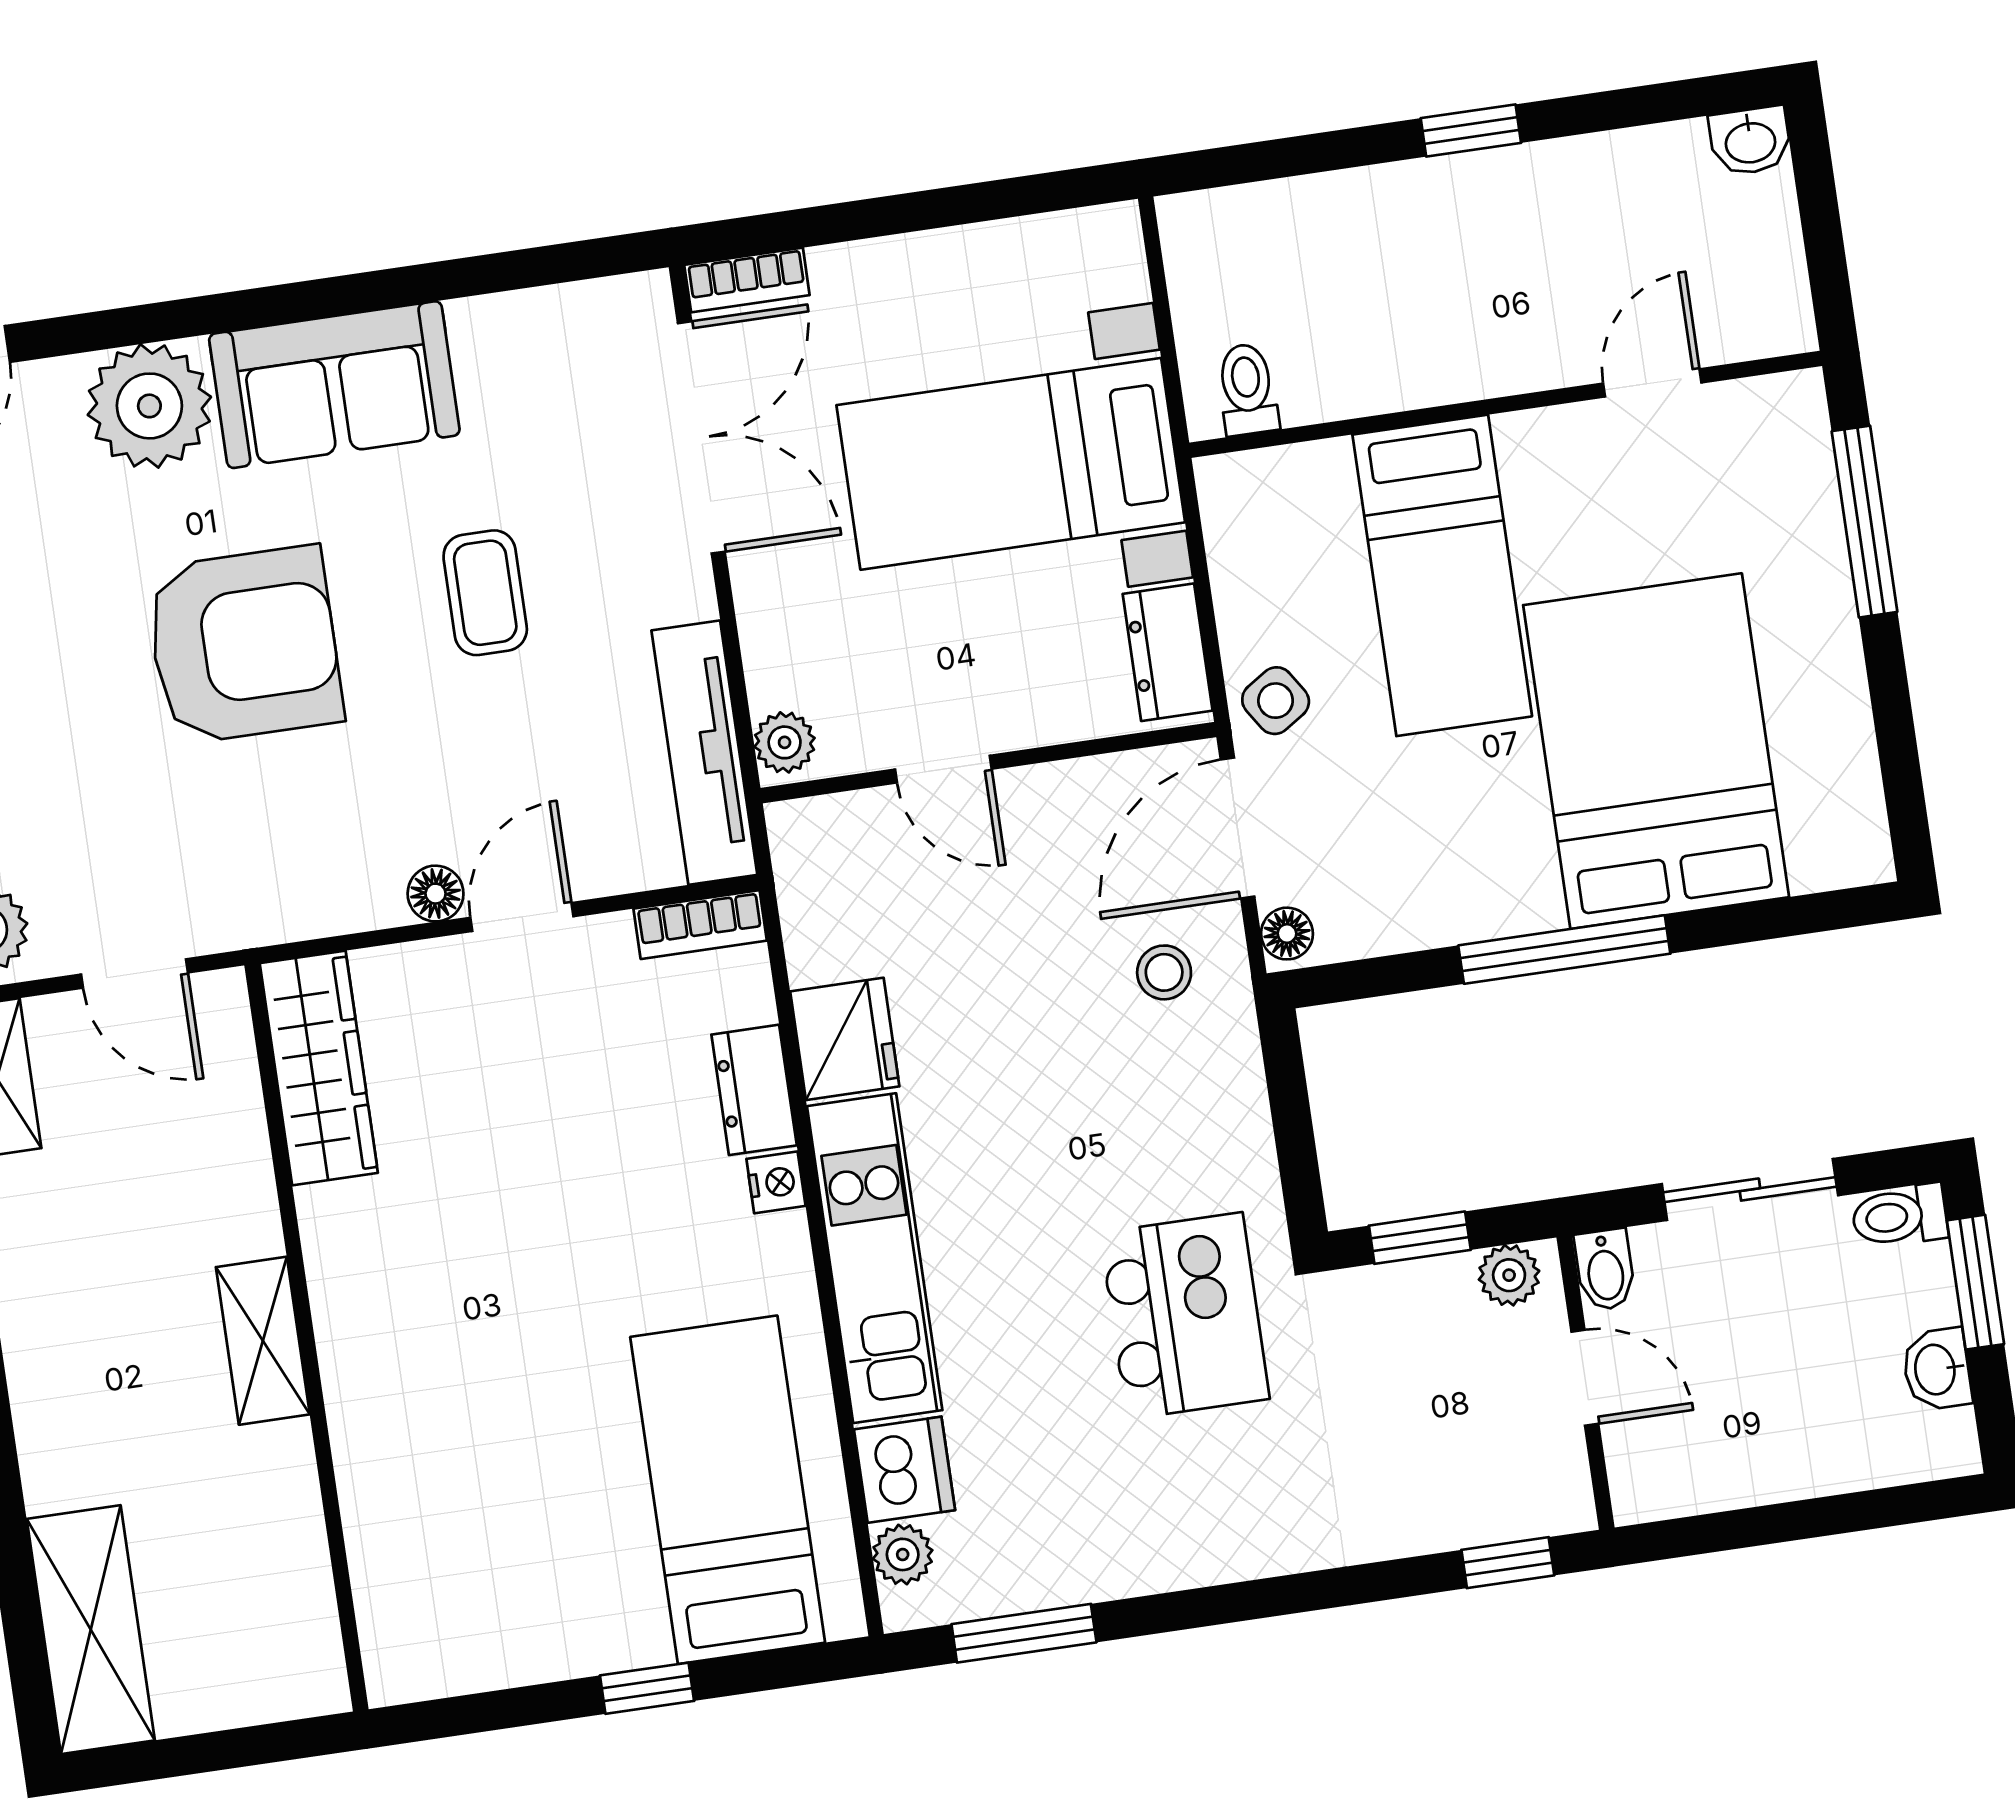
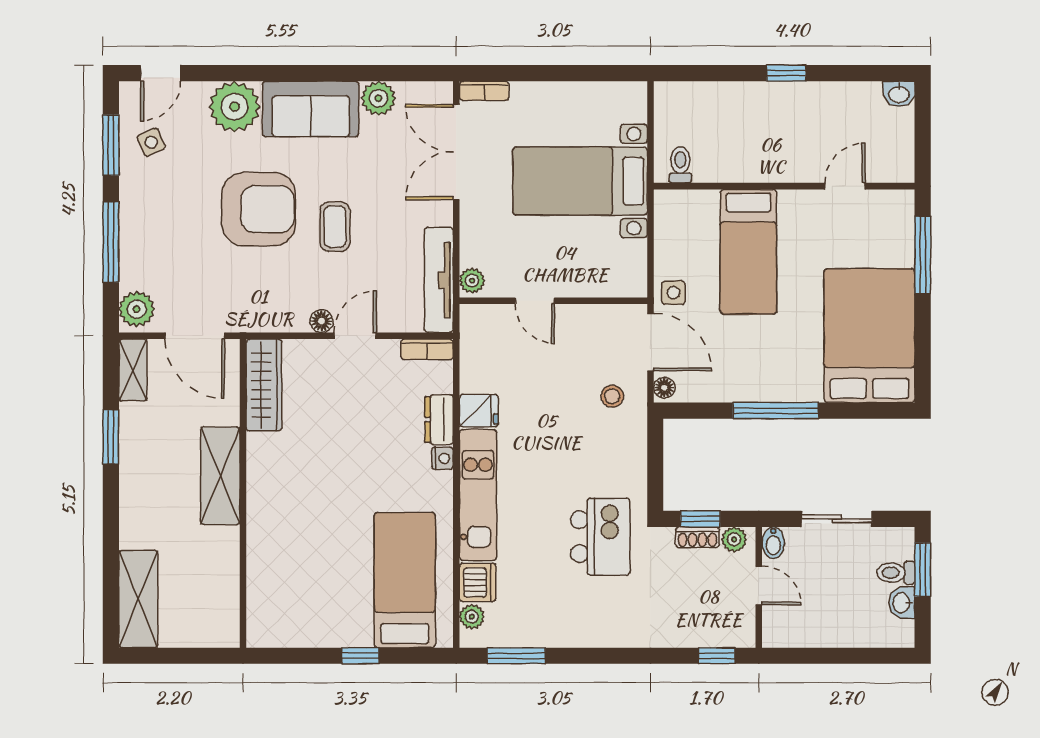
plant: (494, 335) -> (378, 98), added
double door: (701, 437) -> (456, 152), swing flipped
coffee table: (485, 593) -> (335, 227), moved
dresser: (1168, 652) -> (633, 267), removed
side table: (1276, 701) -> (673, 293), turned 33
bed: (1656, 751) -> (869, 336), moved
door: (1238, 828) -> (651, 342), swing flipped
door: (134, 974) -> (195, 336), width x1.38
fridge: (845, 1039) -> (479, 411), width x0.72
toilet: (1900, 1216) -> (896, 573), moved
shoe rack: (1420, 1283) -> (697, 537), added
shelving: (263, 1341) -> (220, 476), width x1.50, depth x1.33

